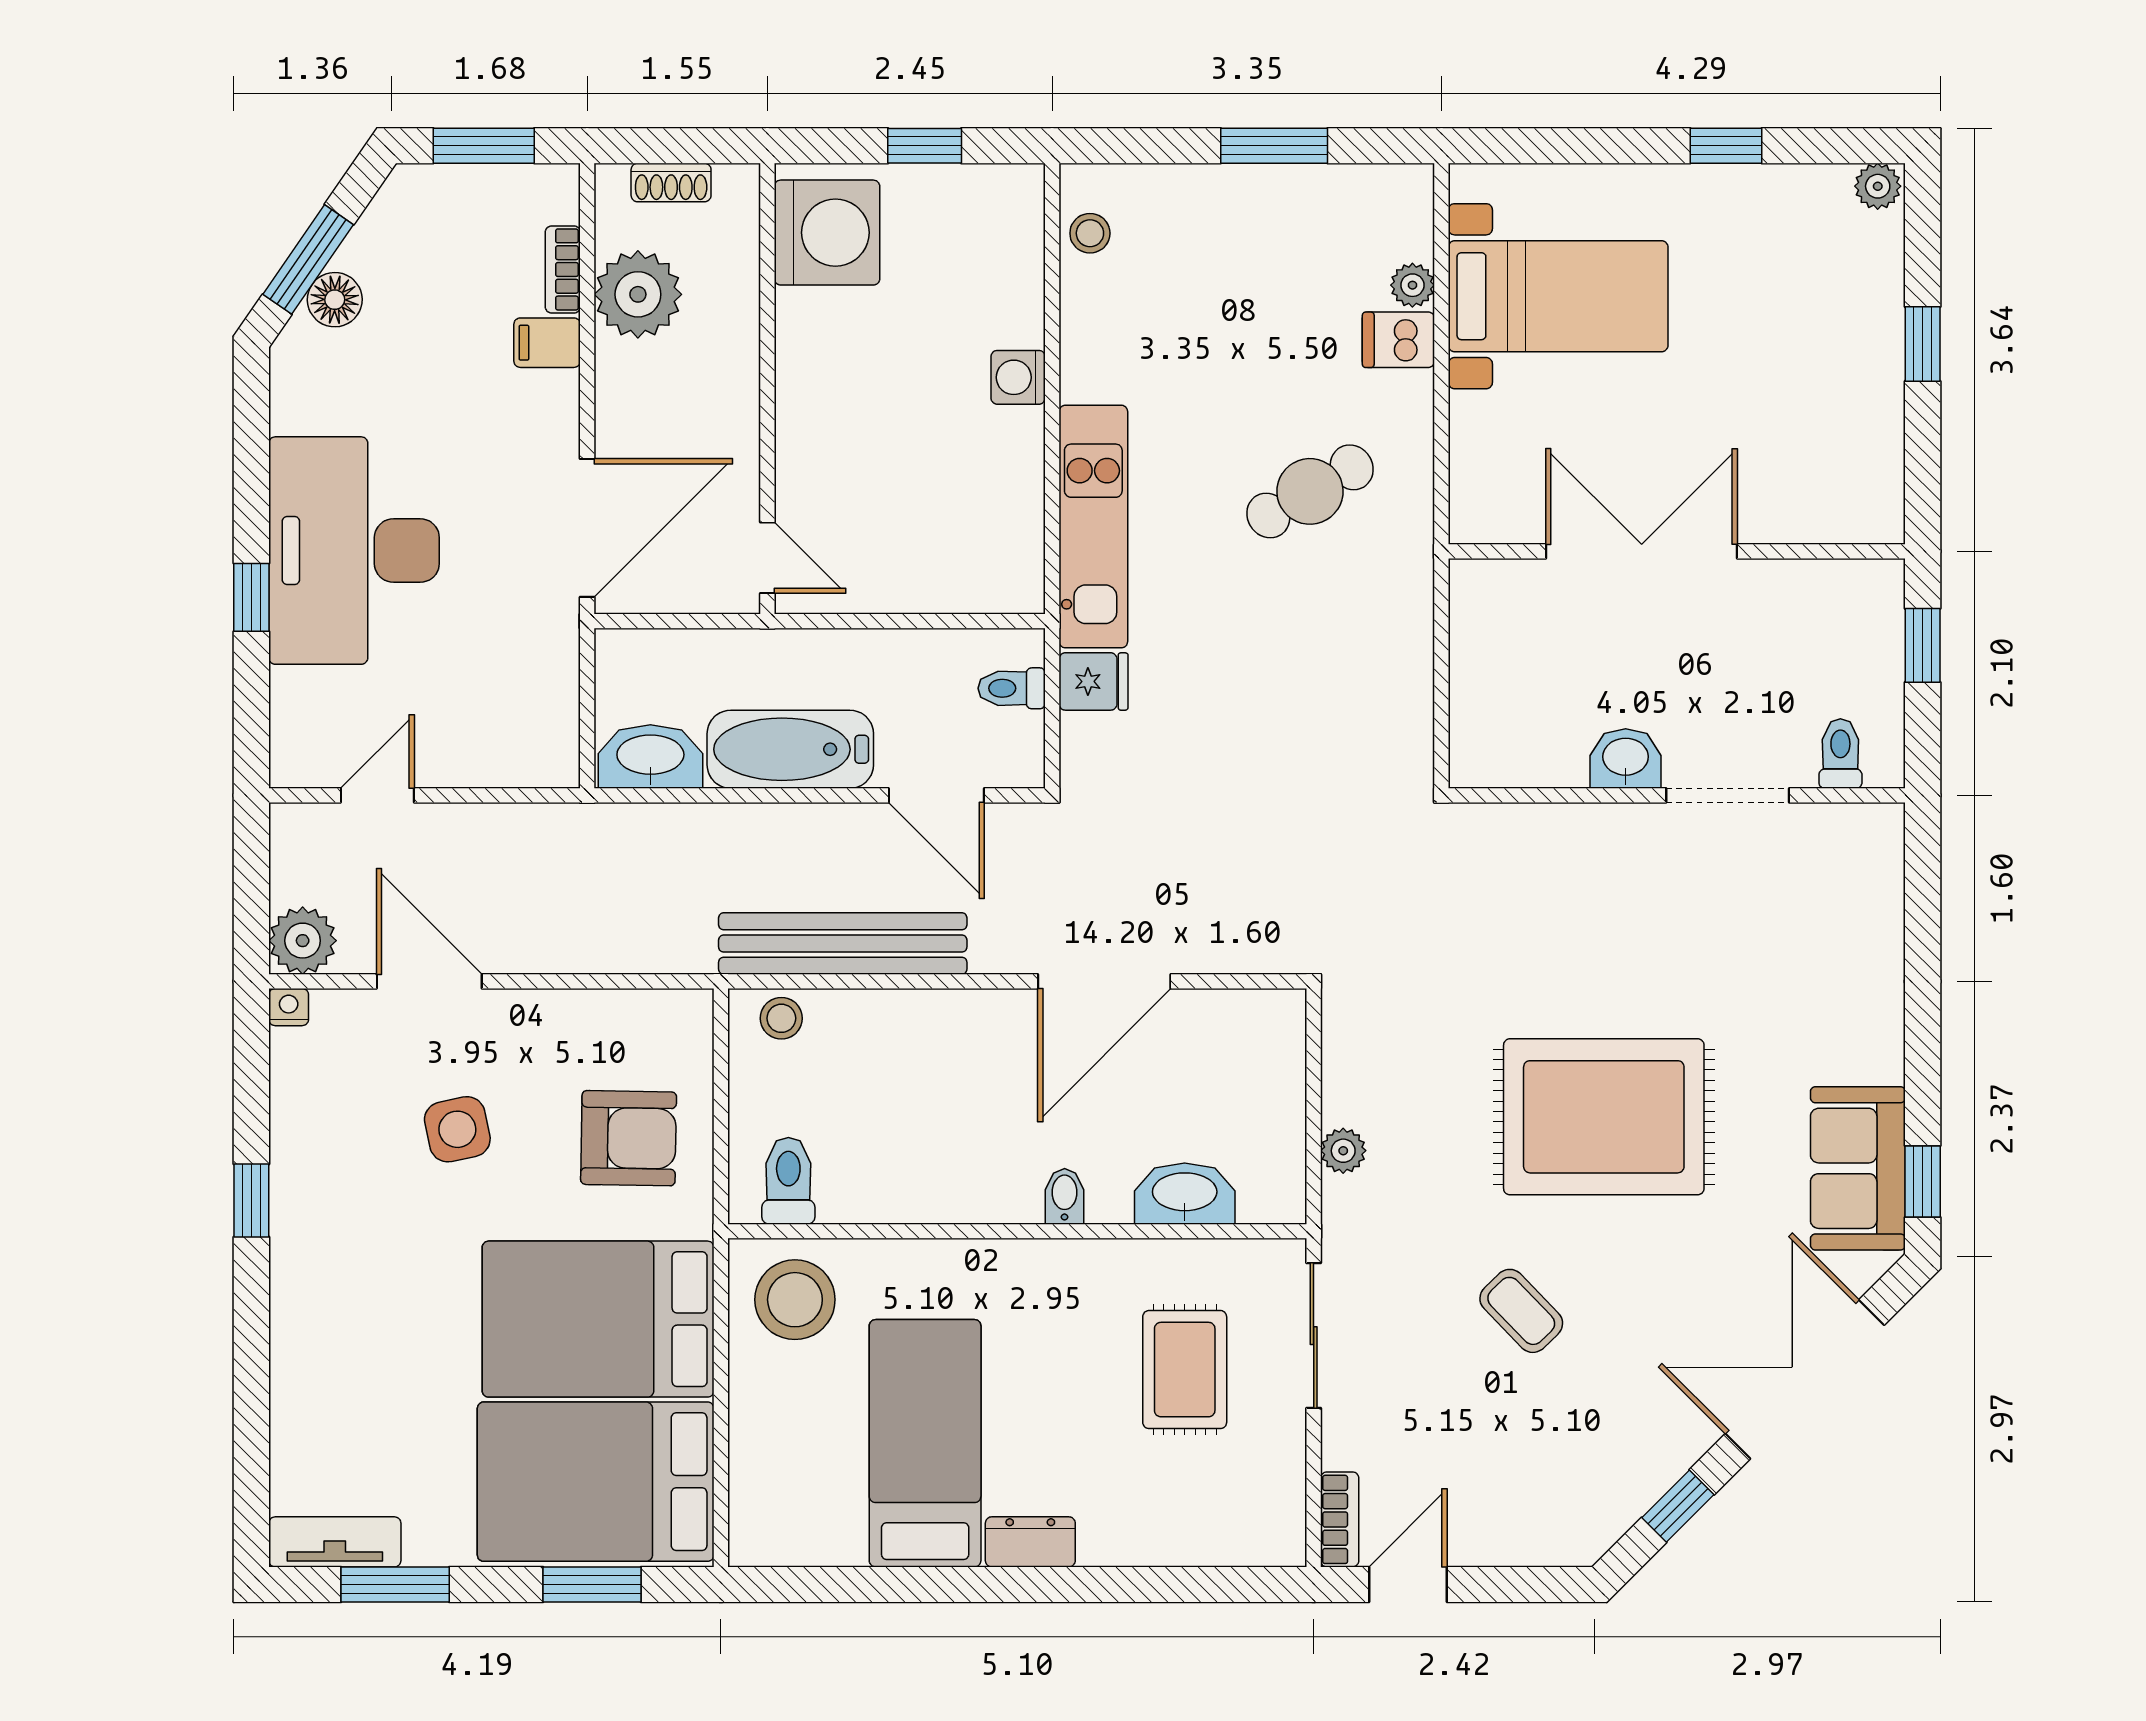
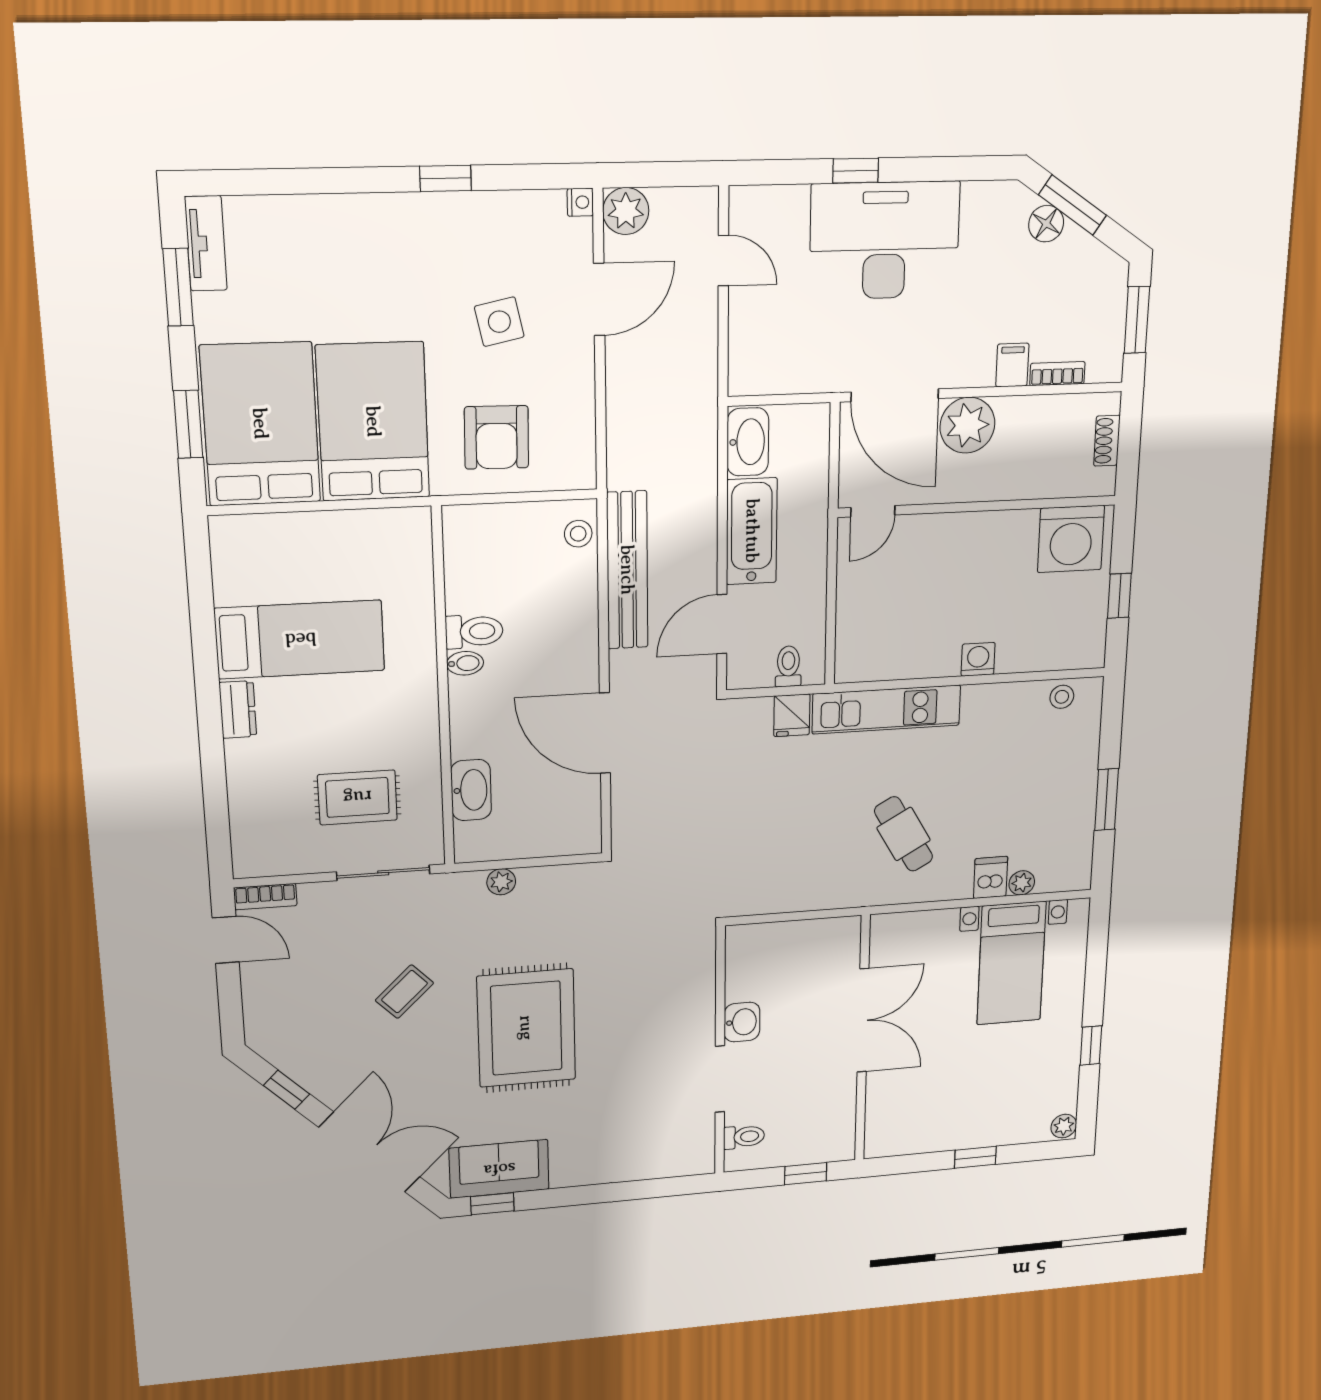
plant: (638, 294) -> (967, 425), moved
toilet: (788, 1181) -> (474, 631), moved
bidet: (1065, 1196) -> (465, 663), moved
stool: (795, 1300) -> (392, 551), removed

